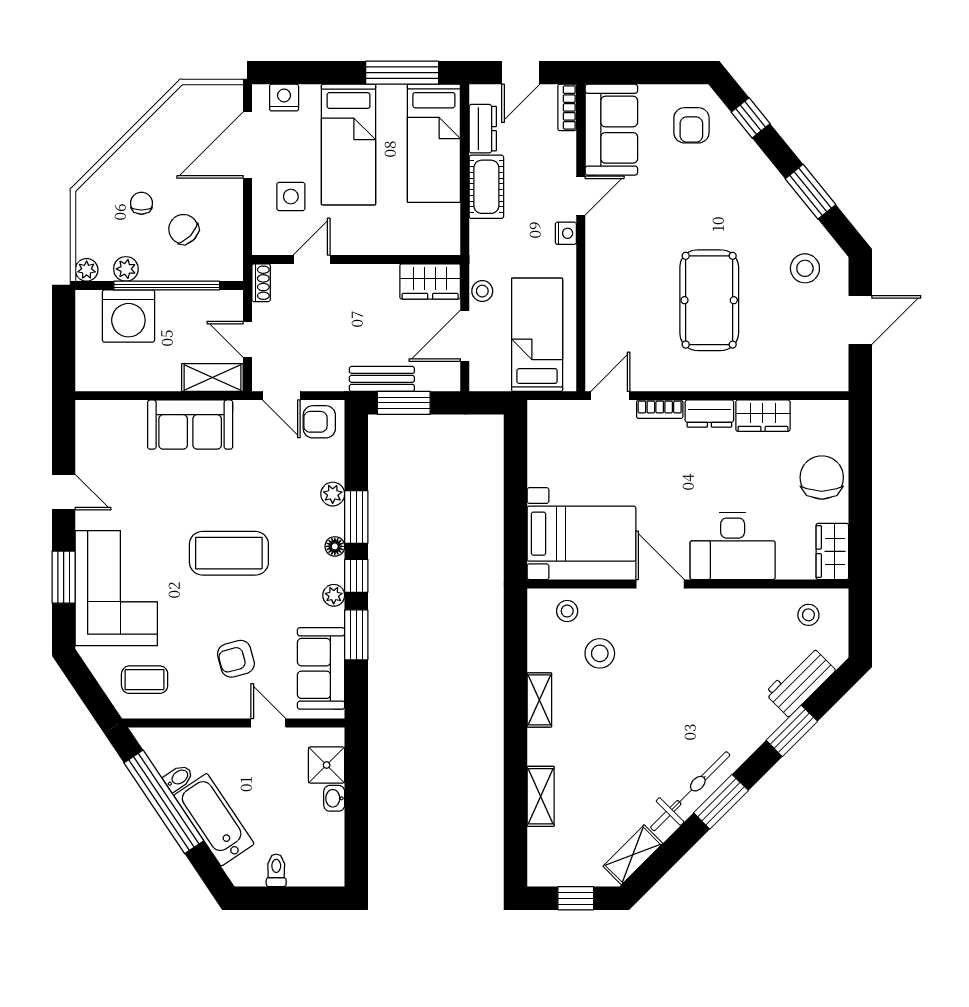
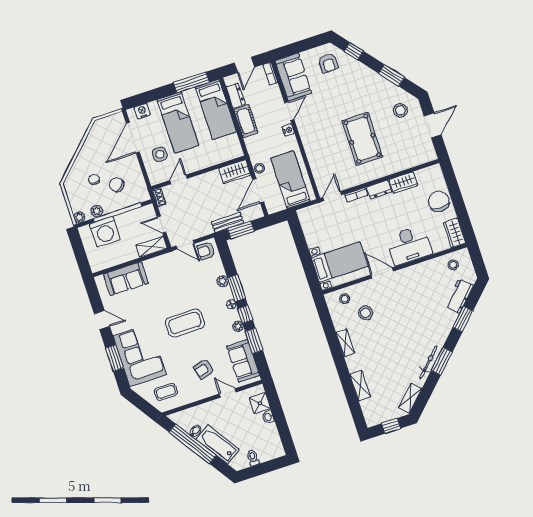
sofa: (190, 425) -> (126, 279), moved
bicycle: (690, 791) -> (428, 362), width x0.73, depth x0.71

